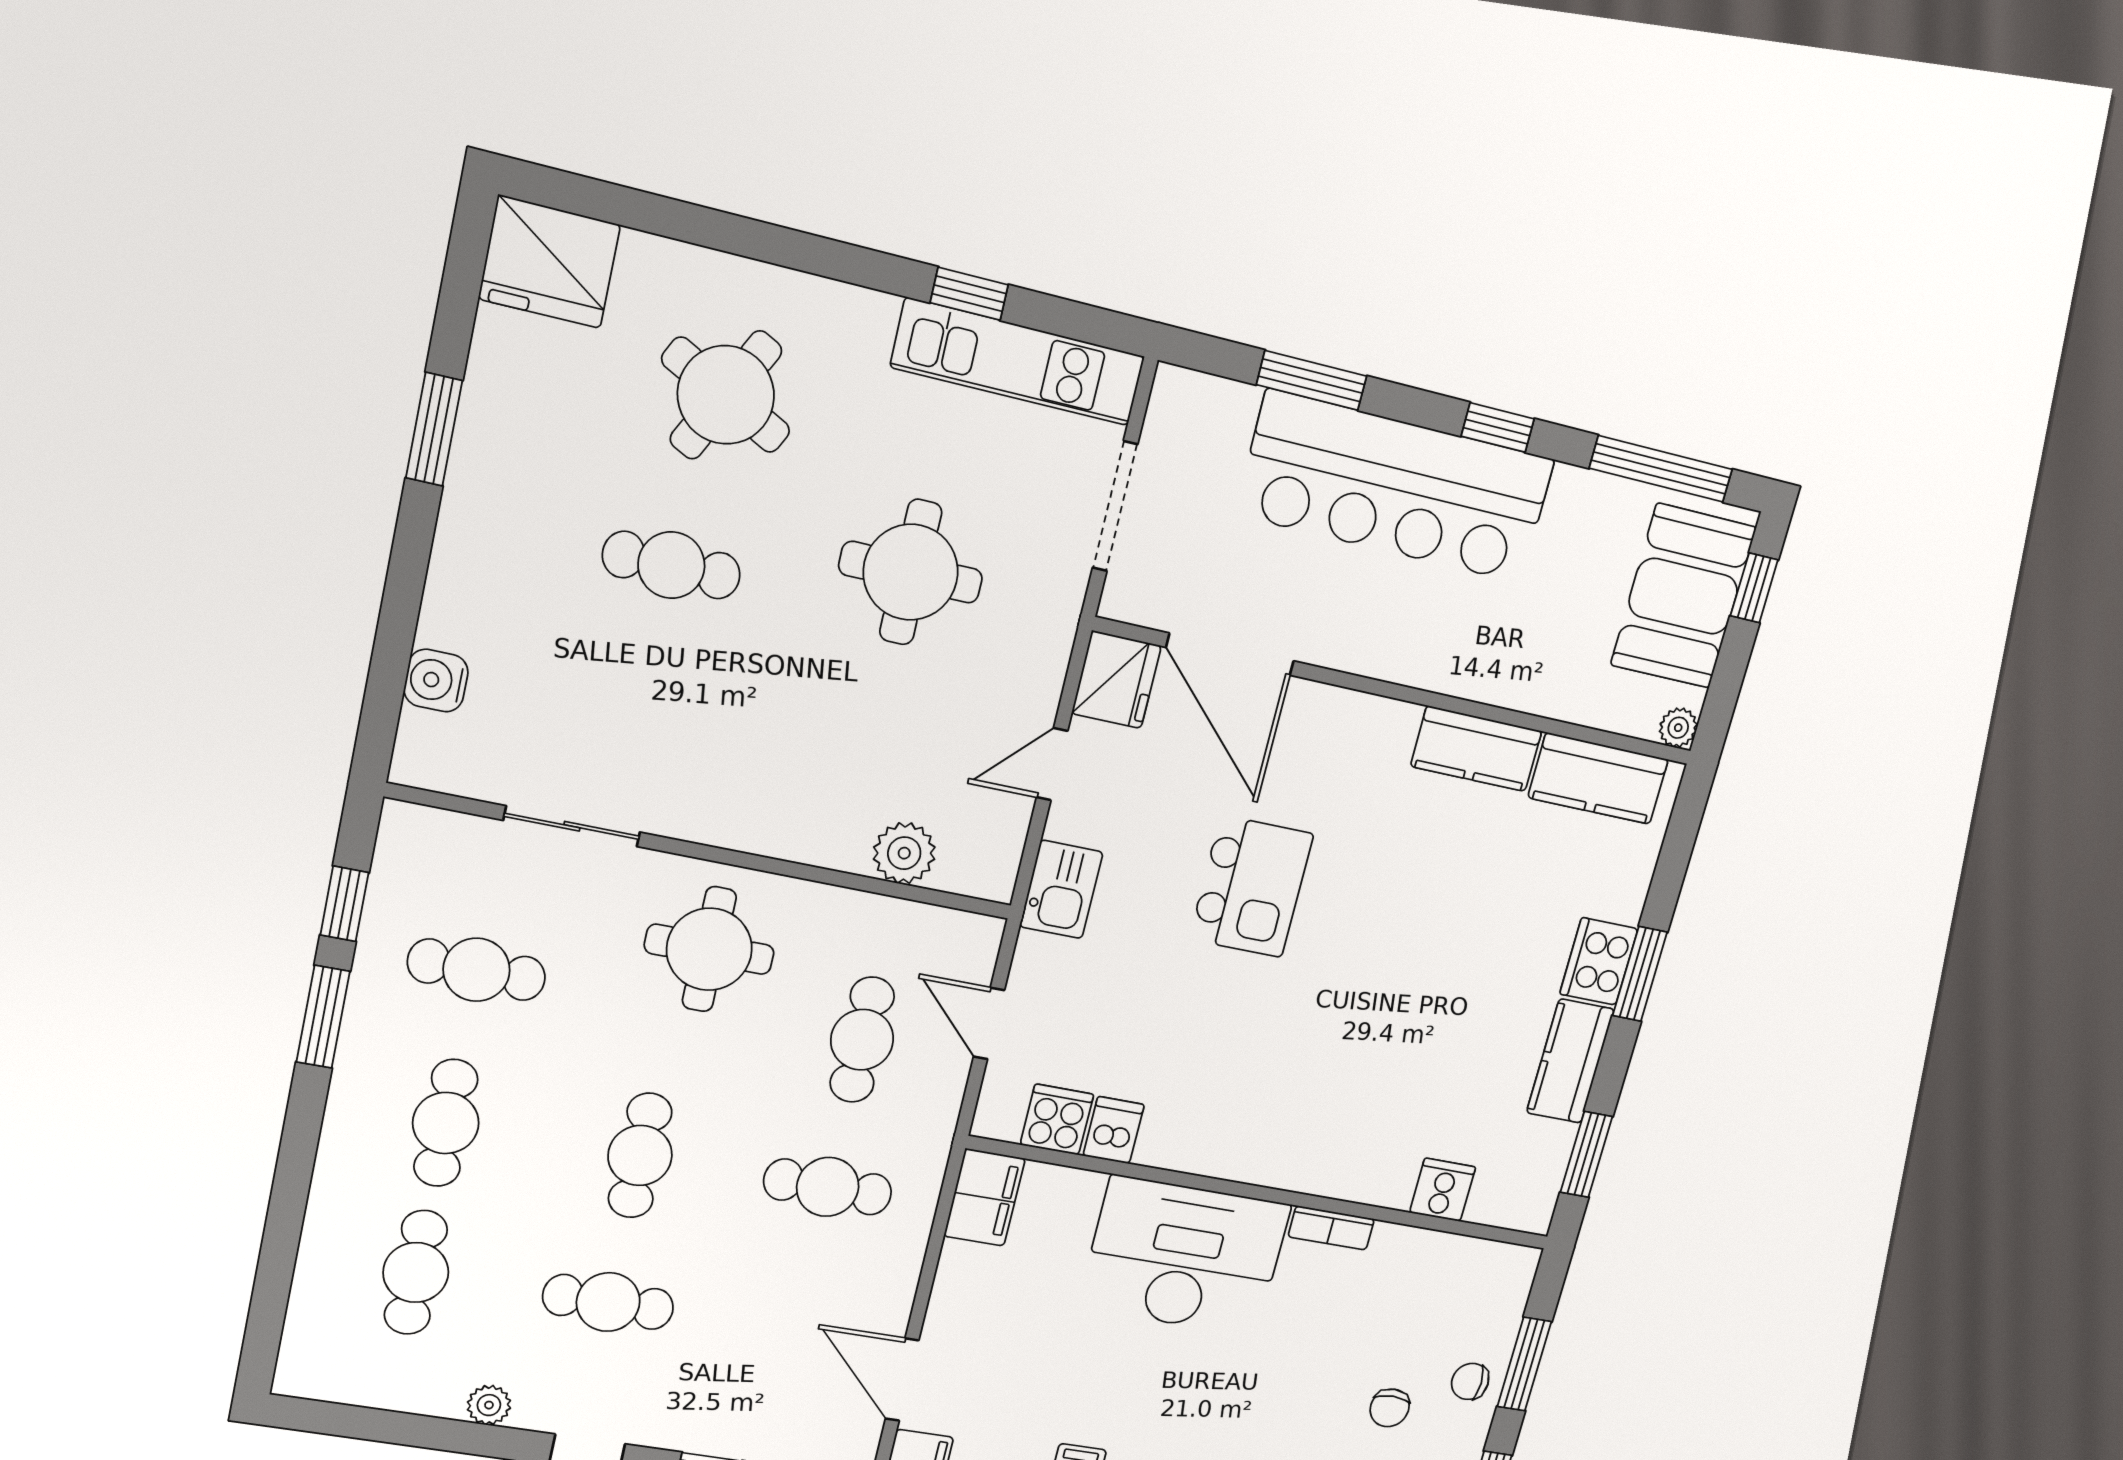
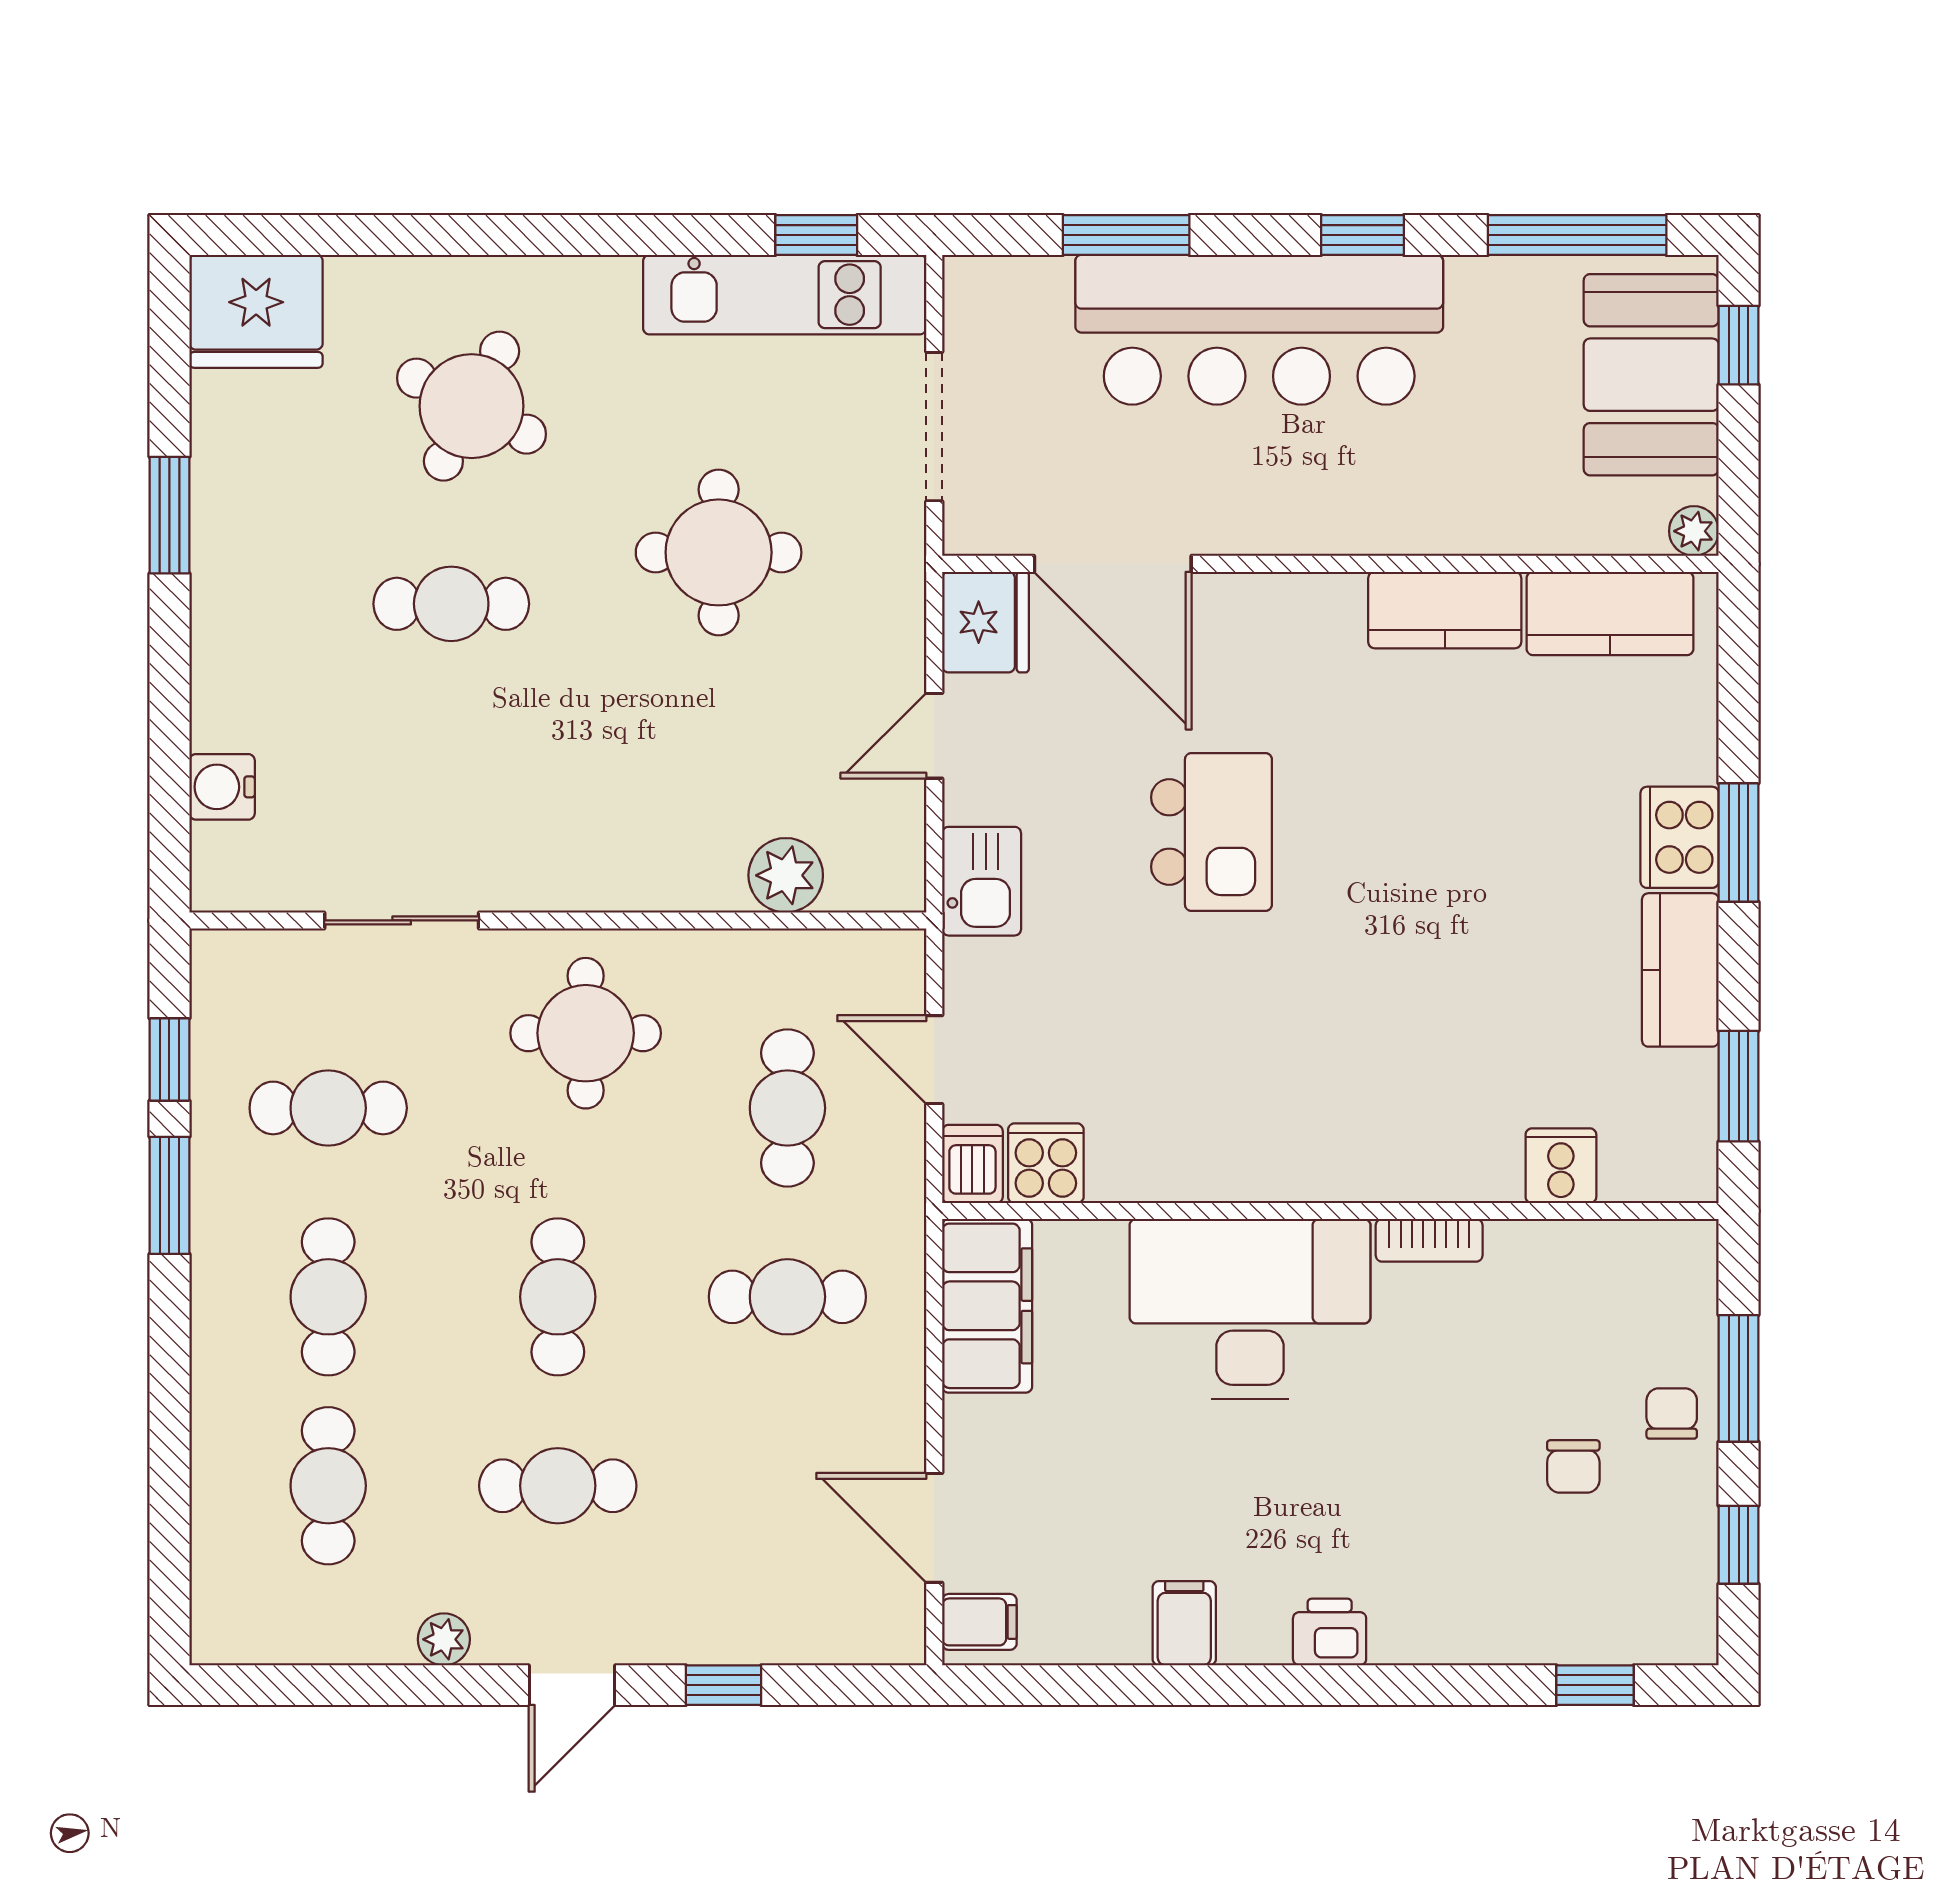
window: (969, 294) -> (816, 235), moved
dishwasher: (1114, 1130) -> (972, 1164), moved
filing cabinet: (985, 1197) -> (987, 1306), width x1.50, depth x1.17
chair: (1470, 1381) -> (1672, 1414), turned 90

